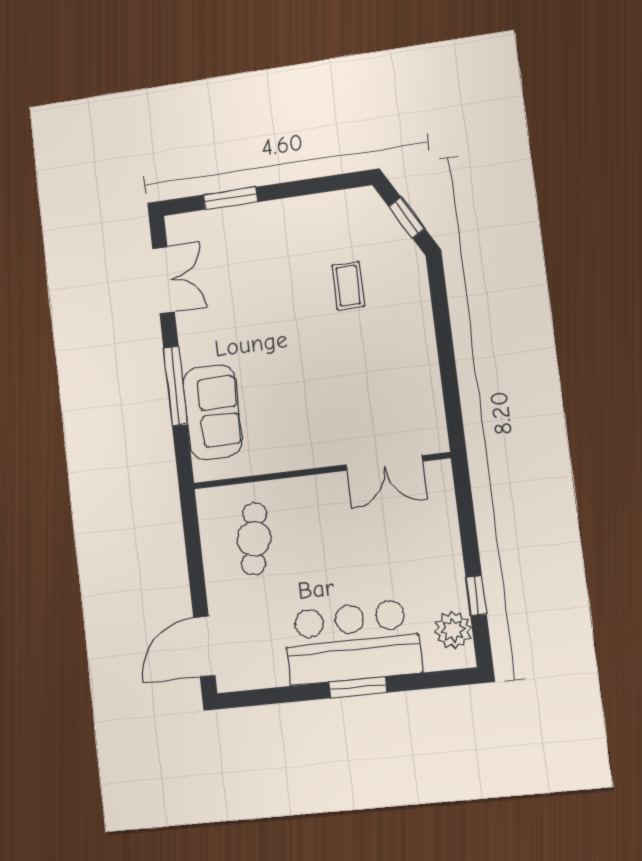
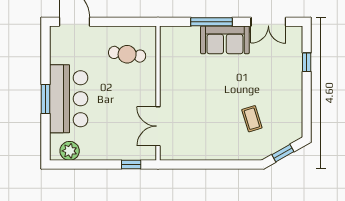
window: (230, 198) -> (307, 62), width x0.67
coffee table: (348, 286) -> (252, 119), turned 73
sofa: (212, 412) -> (225, 40), moved
window: (476, 596) -> (131, 165), moved

